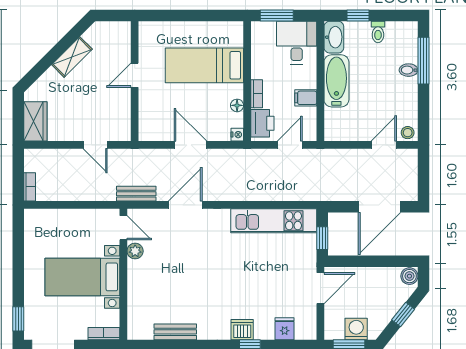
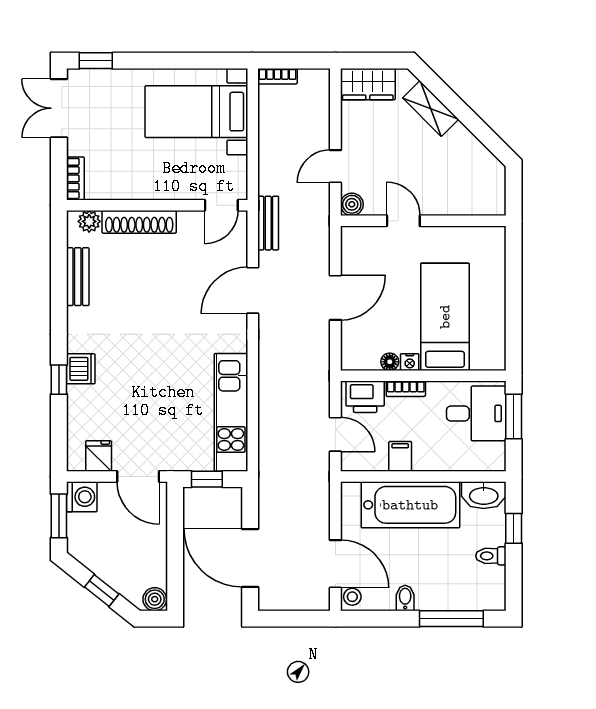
desk: (297, 43) -> (476, 413), moved
shelving: (72, 57) -> (431, 109), moved
bidet: (409, 70) -> (405, 598), moved
door: (135, 75) -> (403, 221), moved
bathtub: (336, 81) -> (410, 505), width x1.36, depth x1.36
boiler: (123, 133) -> (352, 204), added
nightstand: (237, 135) -> (410, 362), moved
door: (384, 145) -> (335, 564), width x1.38
door: (185, 205) -> (253, 290), swing flipped
plant: (135, 251) -> (89, 221), moved
bed with nightstands: (82, 277) -> (196, 112), moved, turned -90
shoe rack: (135, 287) -> (139, 222), added
fridge: (285, 329) -> (99, 456), moved, turned -90
washing machine: (356, 329) -> (82, 497), moved

